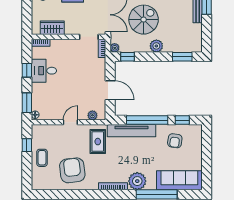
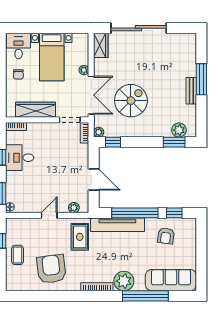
wardrobe: (52, 28) -> (35, 110), width x1.50
plant: (156, 46) -> (179, 130), moved

